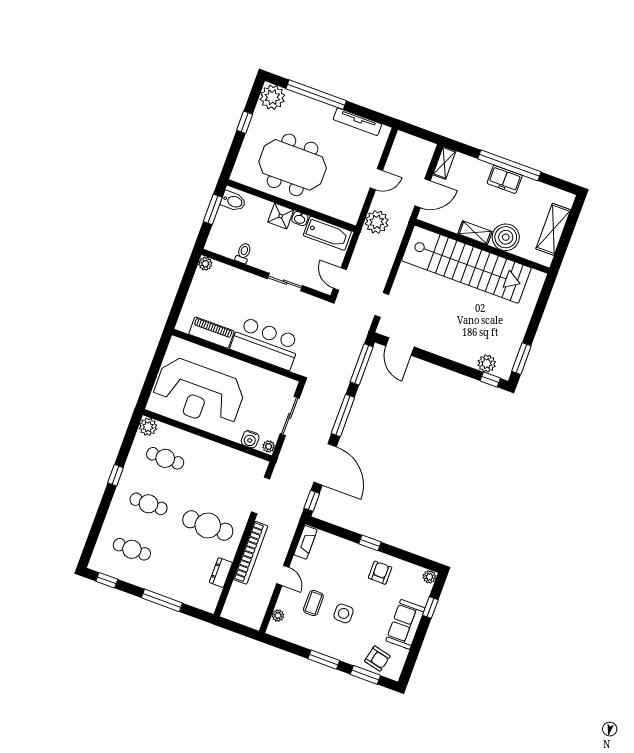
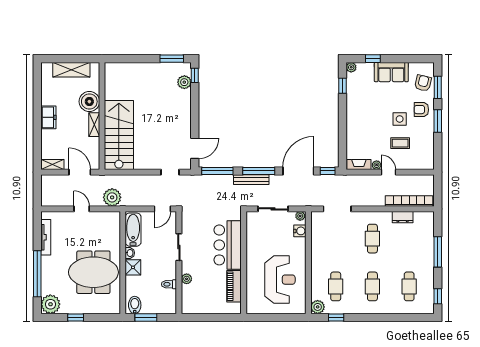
meeting table: (293, 165) -> (93, 272), turned 90
window: (509, 165) -> (37, 118), removed
plant: (205, 264) -> (187, 279), moved
stairs: (466, 264) -> (119, 135), width x0.73
reception desk: (199, 393) -> (280, 280), width x0.74, depth x0.77
bench: (336, 402) -> (251, 180), added
window: (115, 475) -> (336, 317), moved
cafe table: (208, 526) -> (372, 239), width x0.73, depth x0.74
window: (370, 543) -> (342, 86), moved
bookcase: (251, 553) -> (409, 201), moved
armchair: (380, 573) -> (421, 110), moved
door: (283, 575) -> (388, 172), hinge flipped
plant: (278, 616) -> (377, 165), moved

